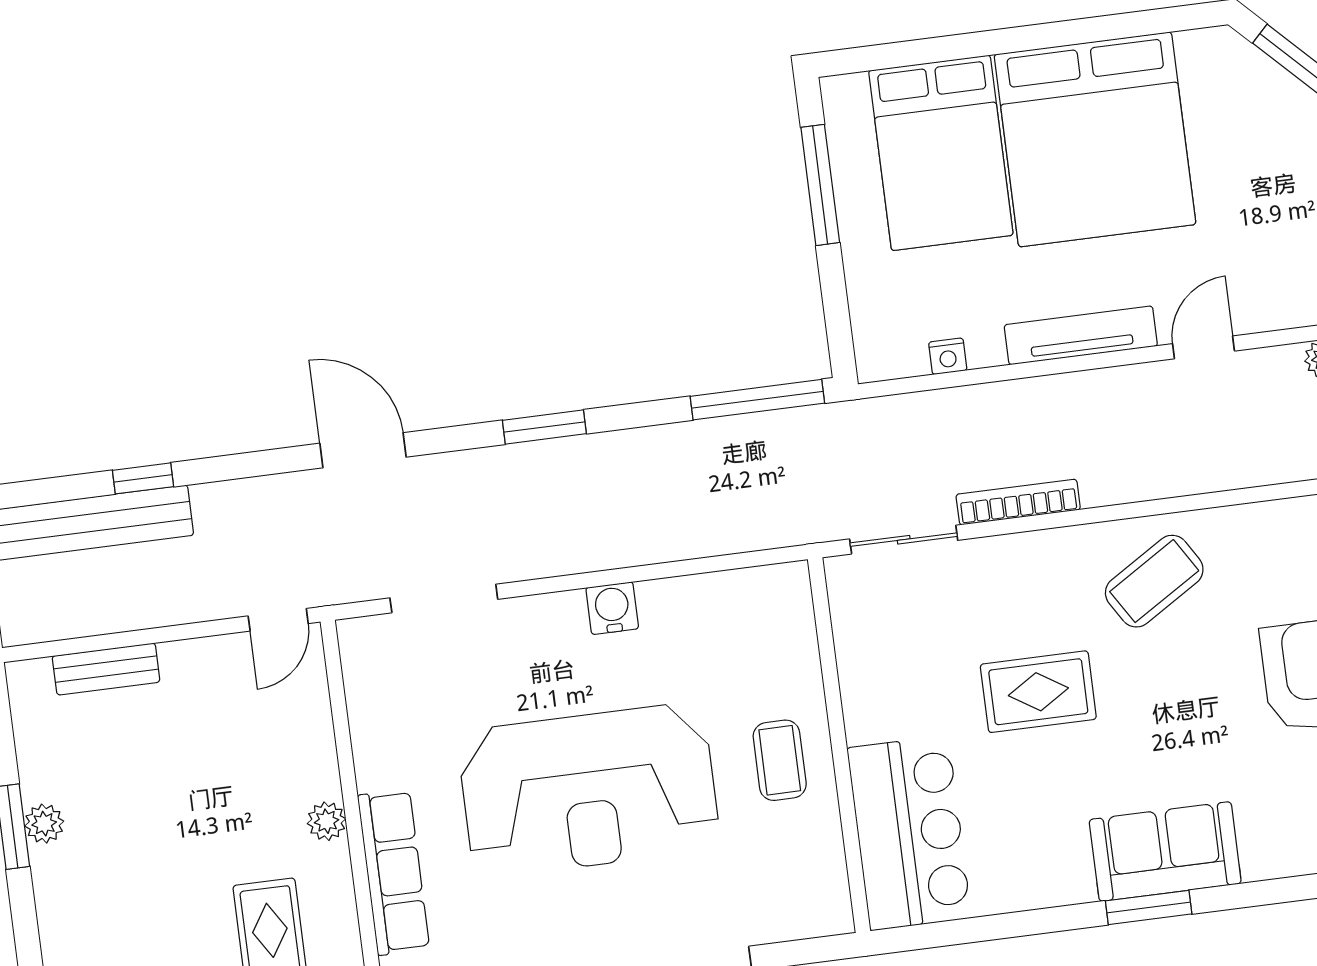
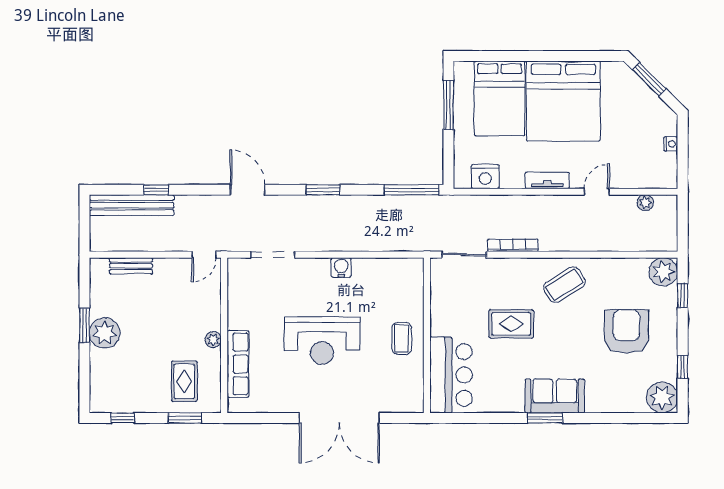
tv unit: (1081, 335) -> (547, 180), width x0.71
nightstand: (948, 356) -> (485, 177), width x1.89, depth x1.79
reception desk: (589, 790) -> (322, 341), width x0.74, depth x0.77
plant: (44, 824) -> (105, 333), width x1.87, depth x1.87

